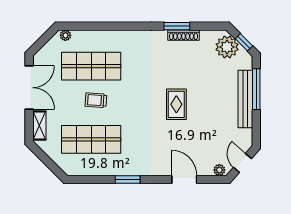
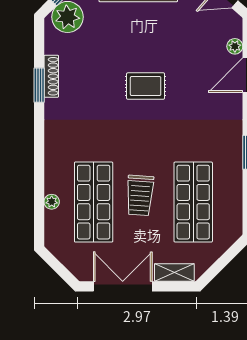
plant: (65, 35) -> (52, 202), moved
trolley: (96, 100) -> (140, 195), width x1.36, depth x1.39
plant: (219, 170) -> (235, 46), moved

